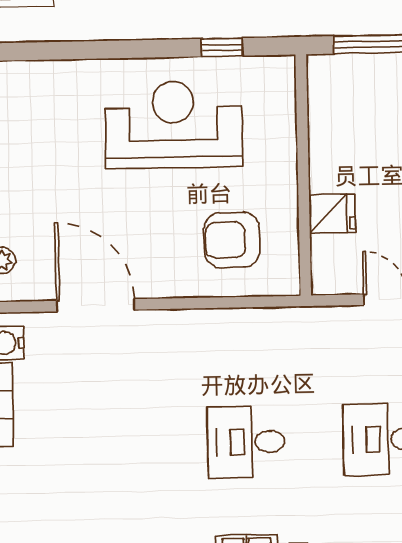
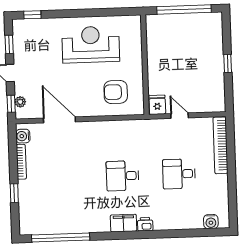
window: (222, 47) -> (32, 15), moved
fridge: (332, 213) -> (157, 105), moved, turned -90

